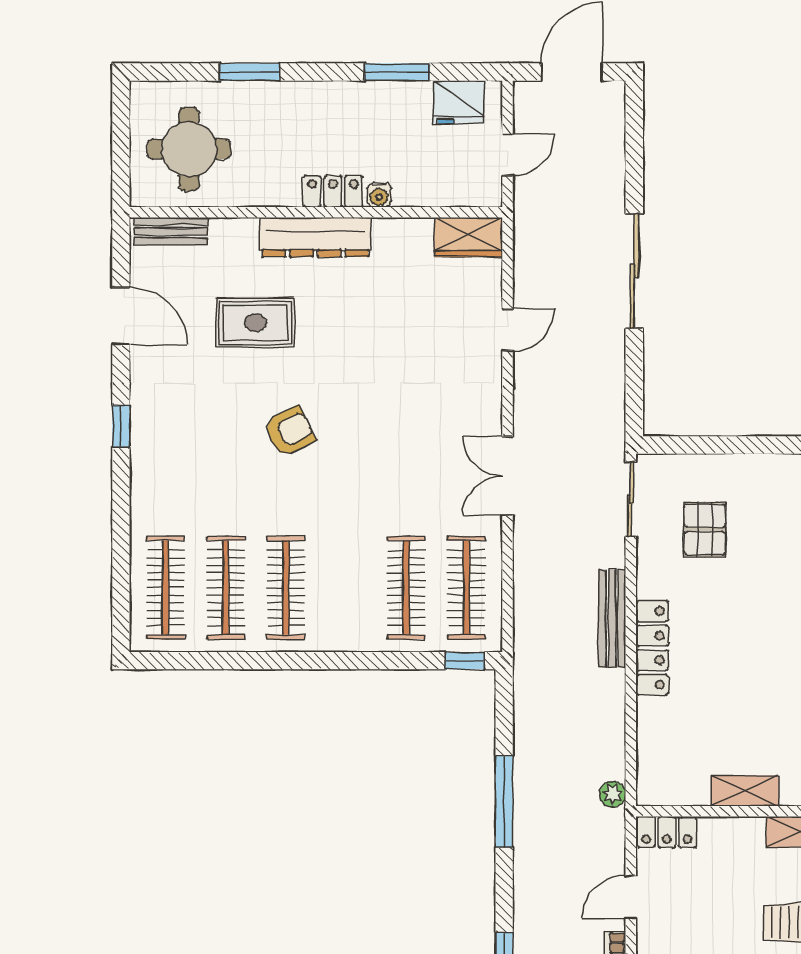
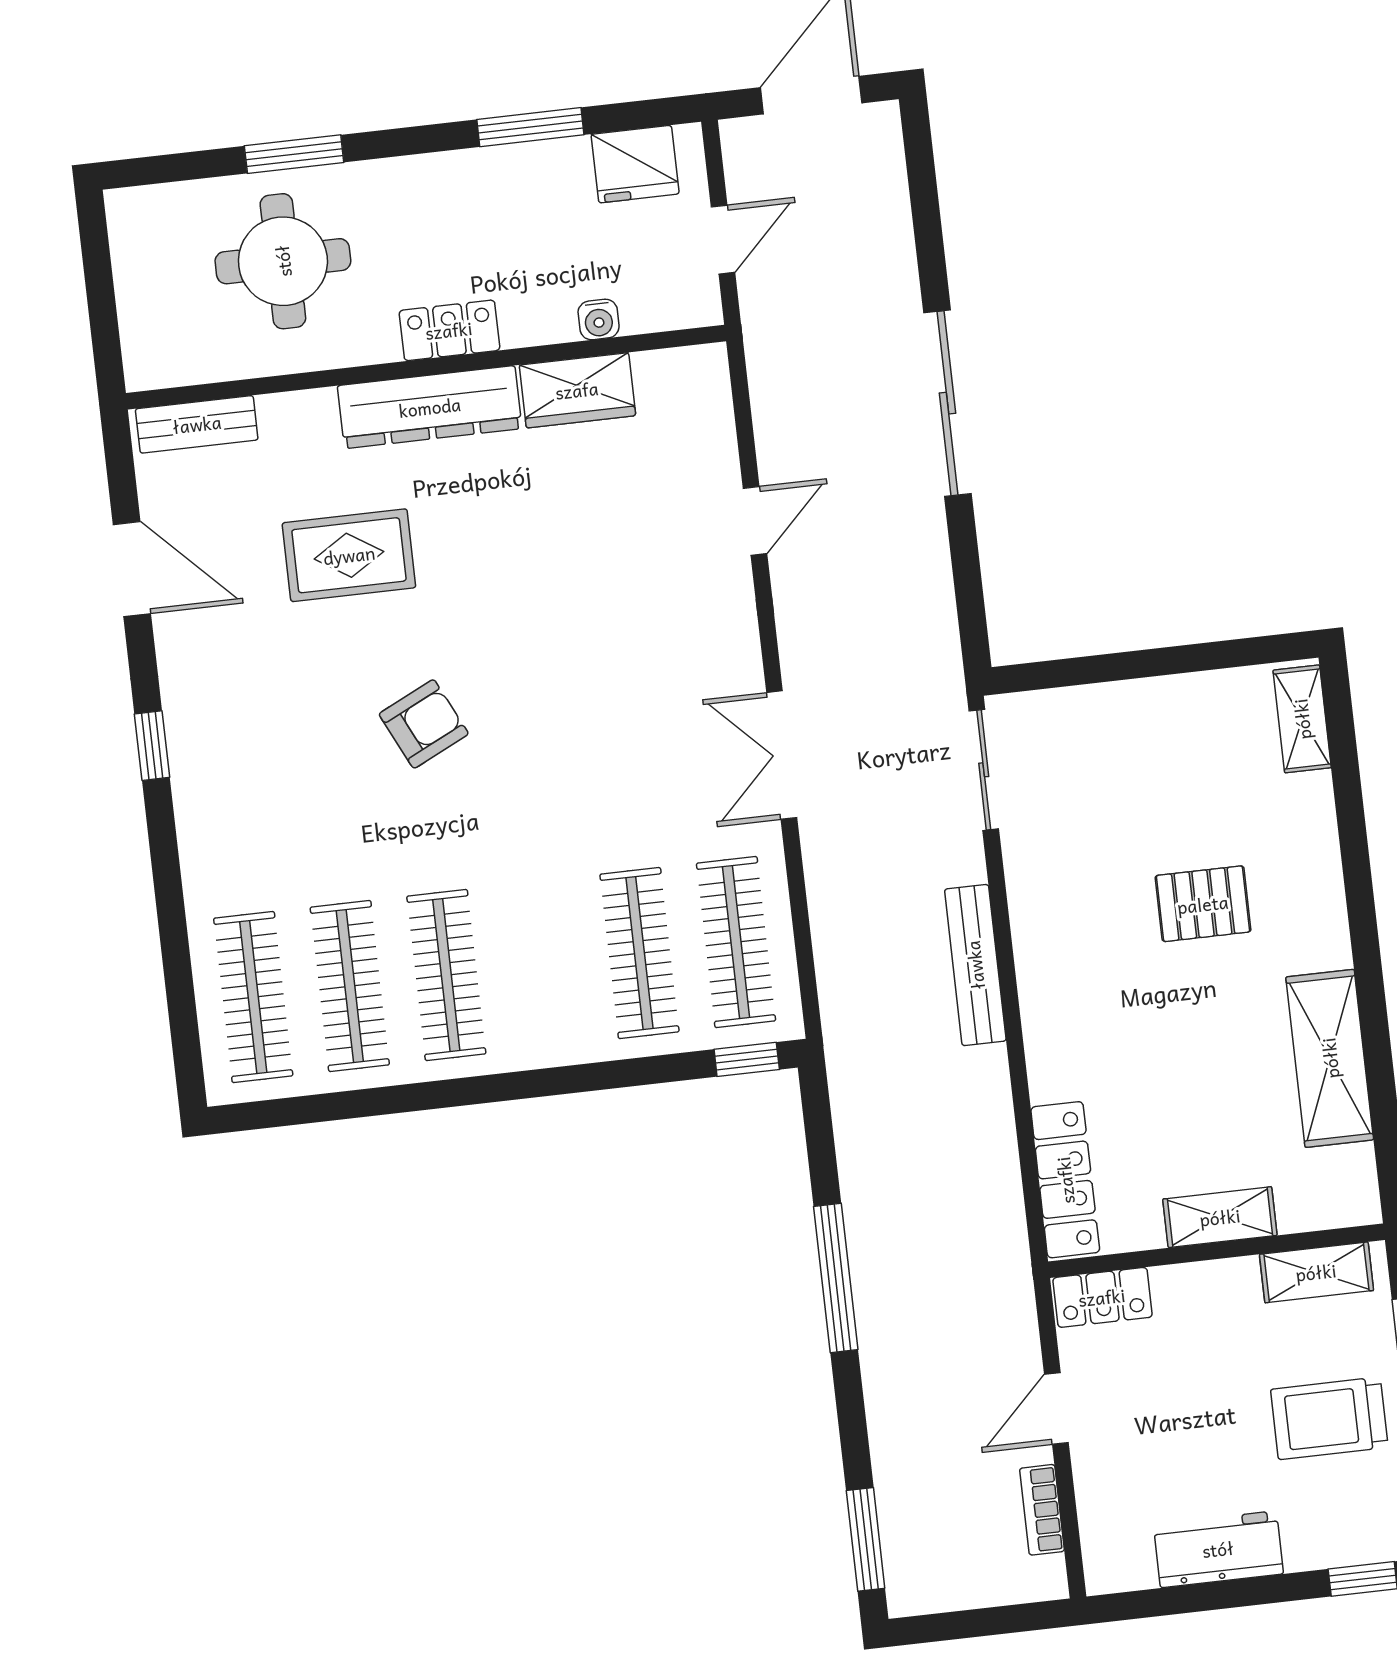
round table: (189, 149) -> (283, 261), moved
water cooler: (379, 195) -> (599, 319), moved
wardrobe: (468, 237) -> (577, 390), moved
pallet: (705, 530) -> (1203, 904), moved, turned 90
locker: (652, 648) -> (1065, 1180), moved
plant: (613, 794) -> (1008, 1247), removed

